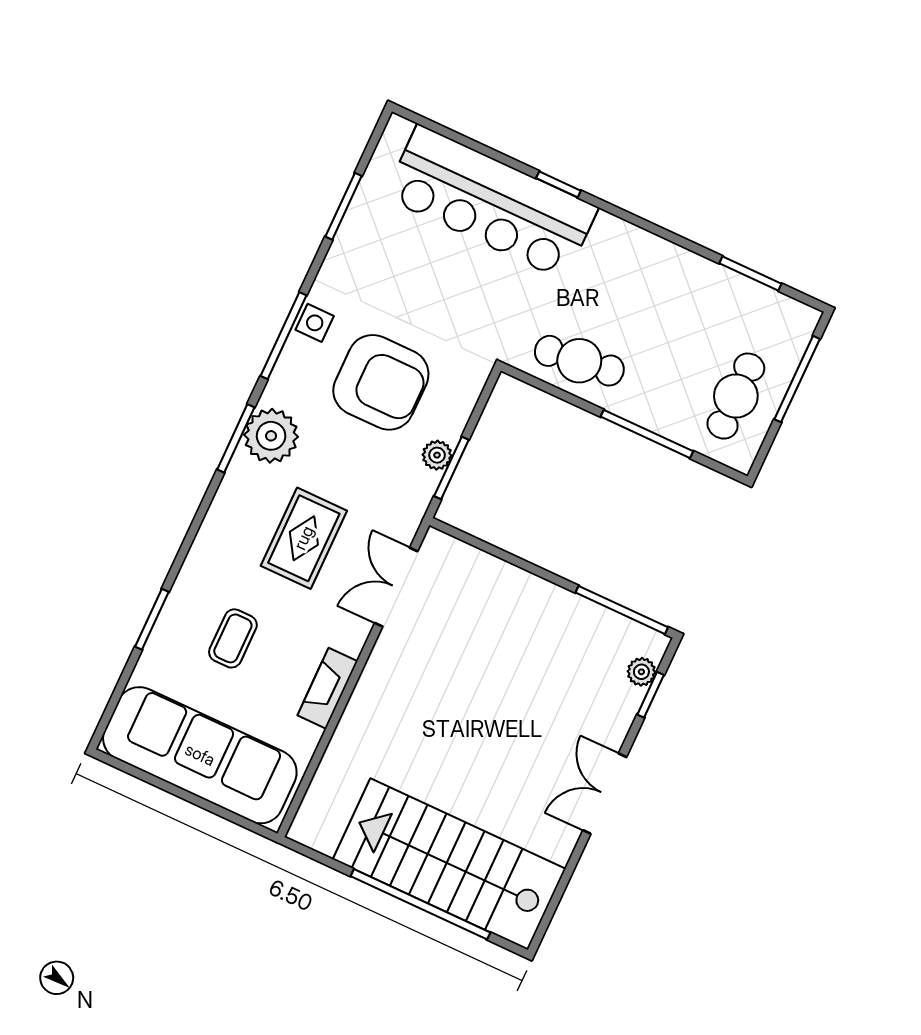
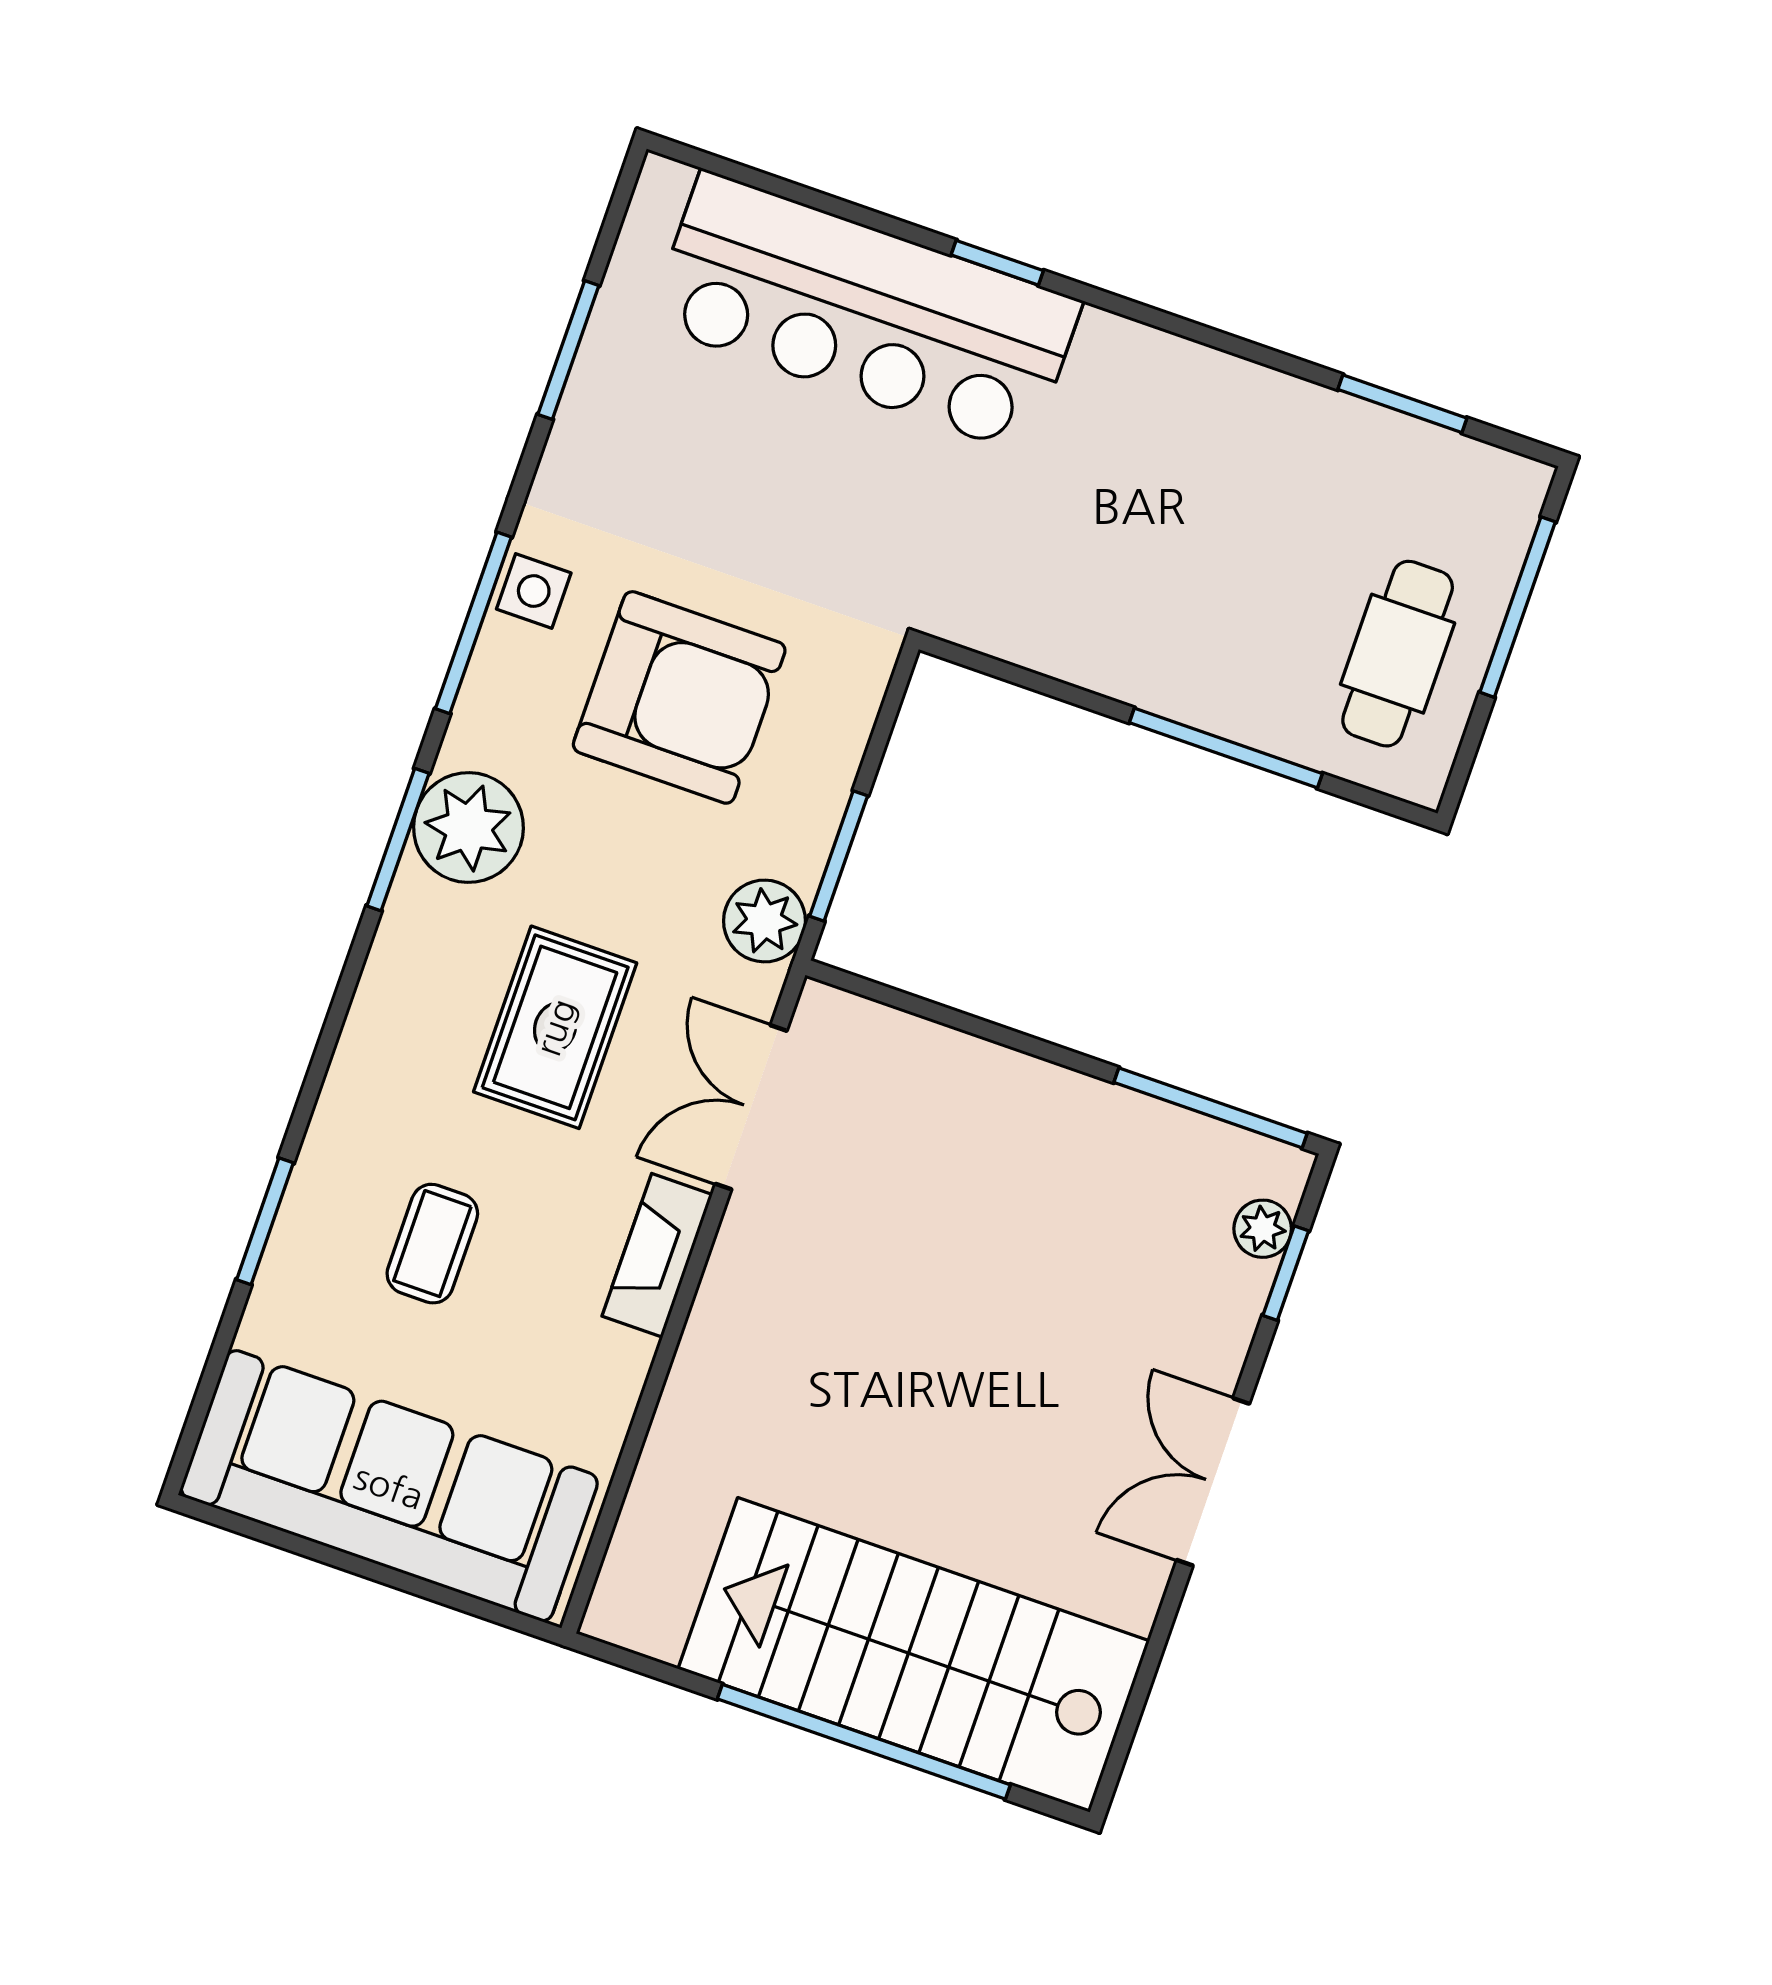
cafe table: (579, 361) -> (1075, 614), removed
plant: (437, 455) -> (764, 921), moved, width x1.38, depth x1.38
fireplace: (327, 688) -> (657, 1255), moved

